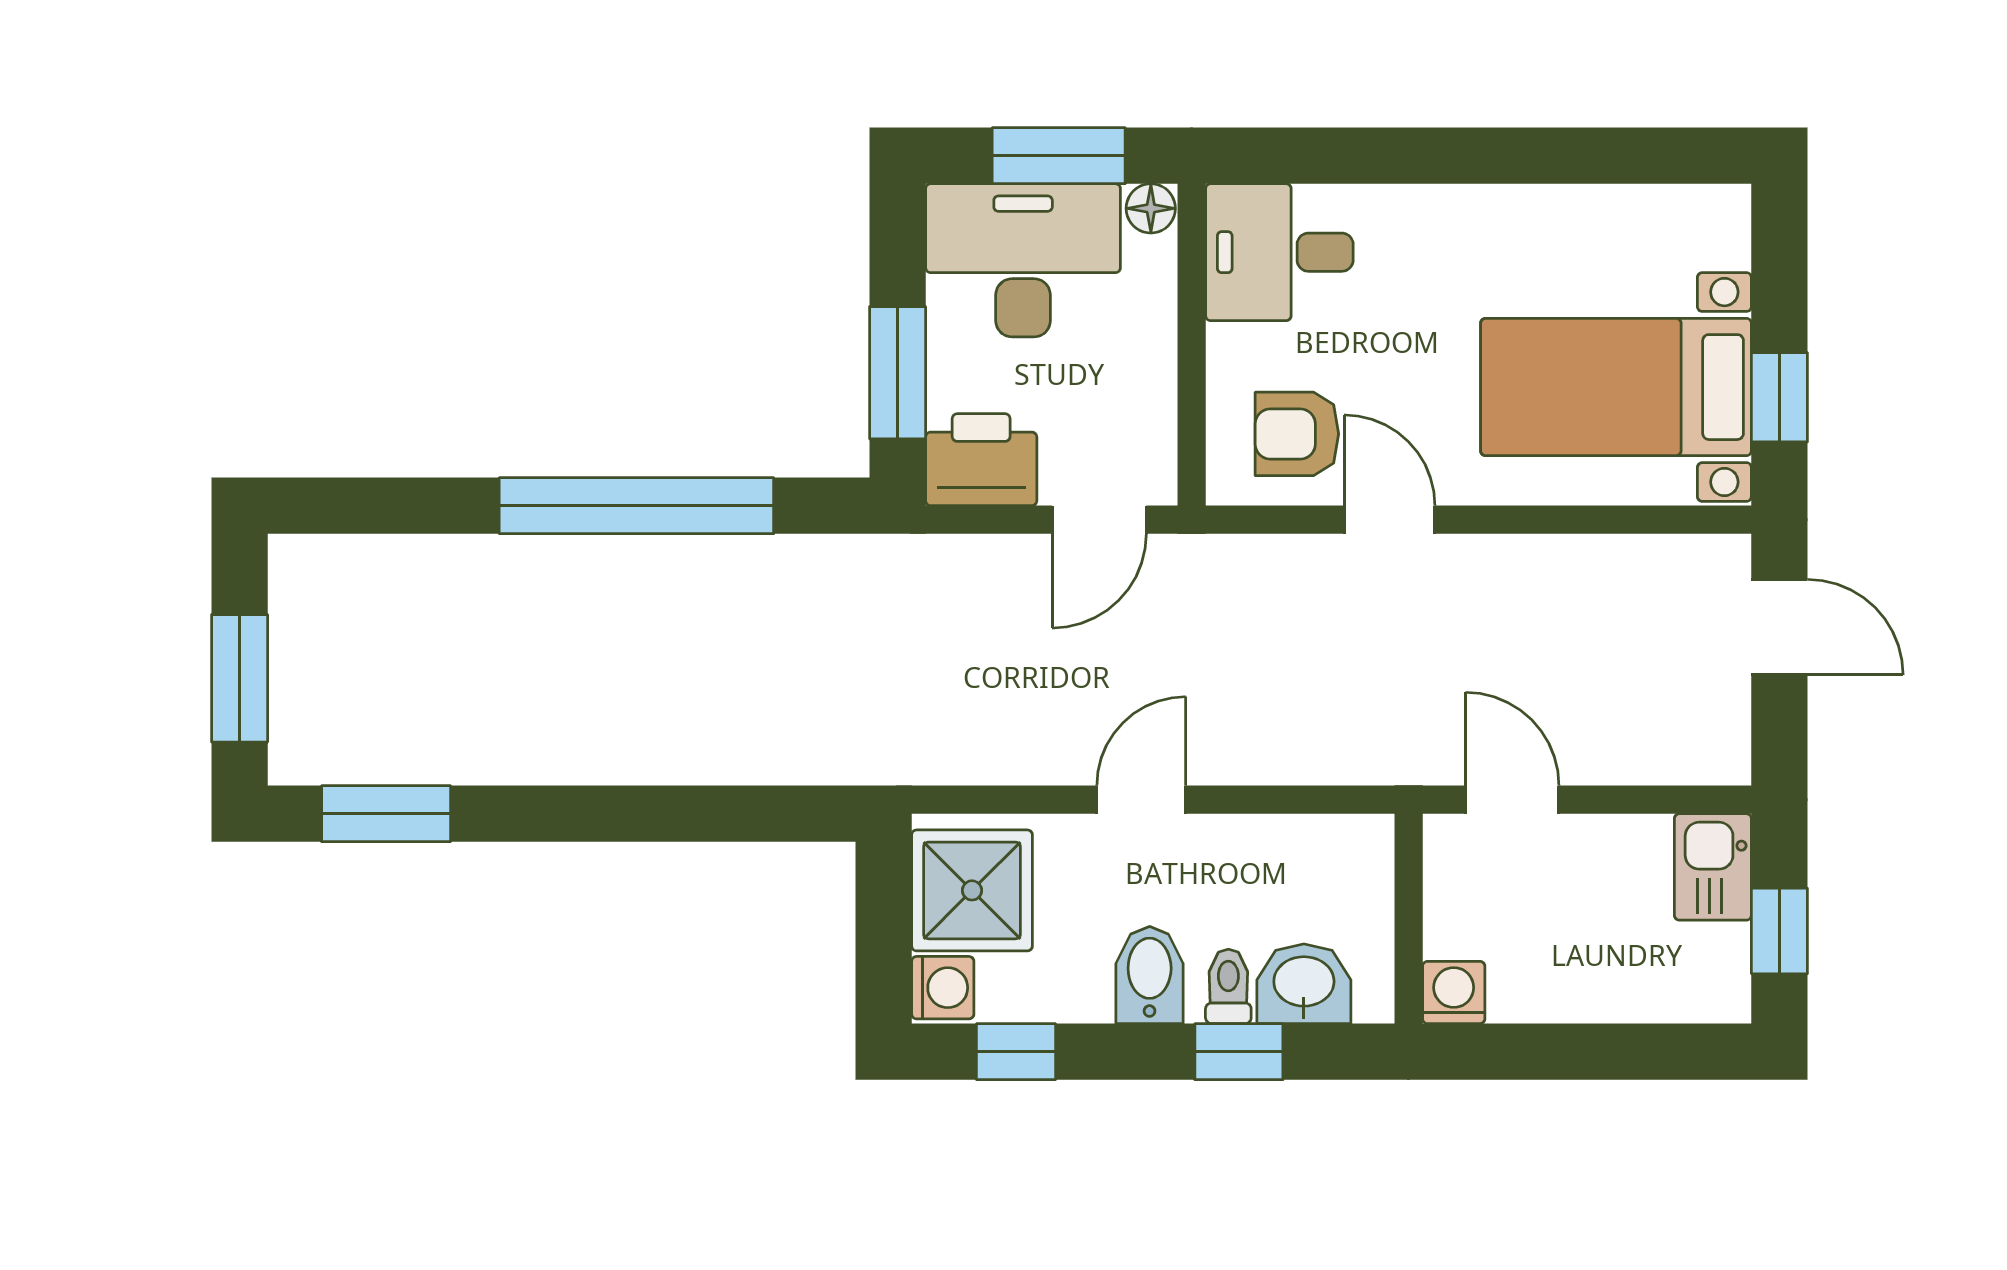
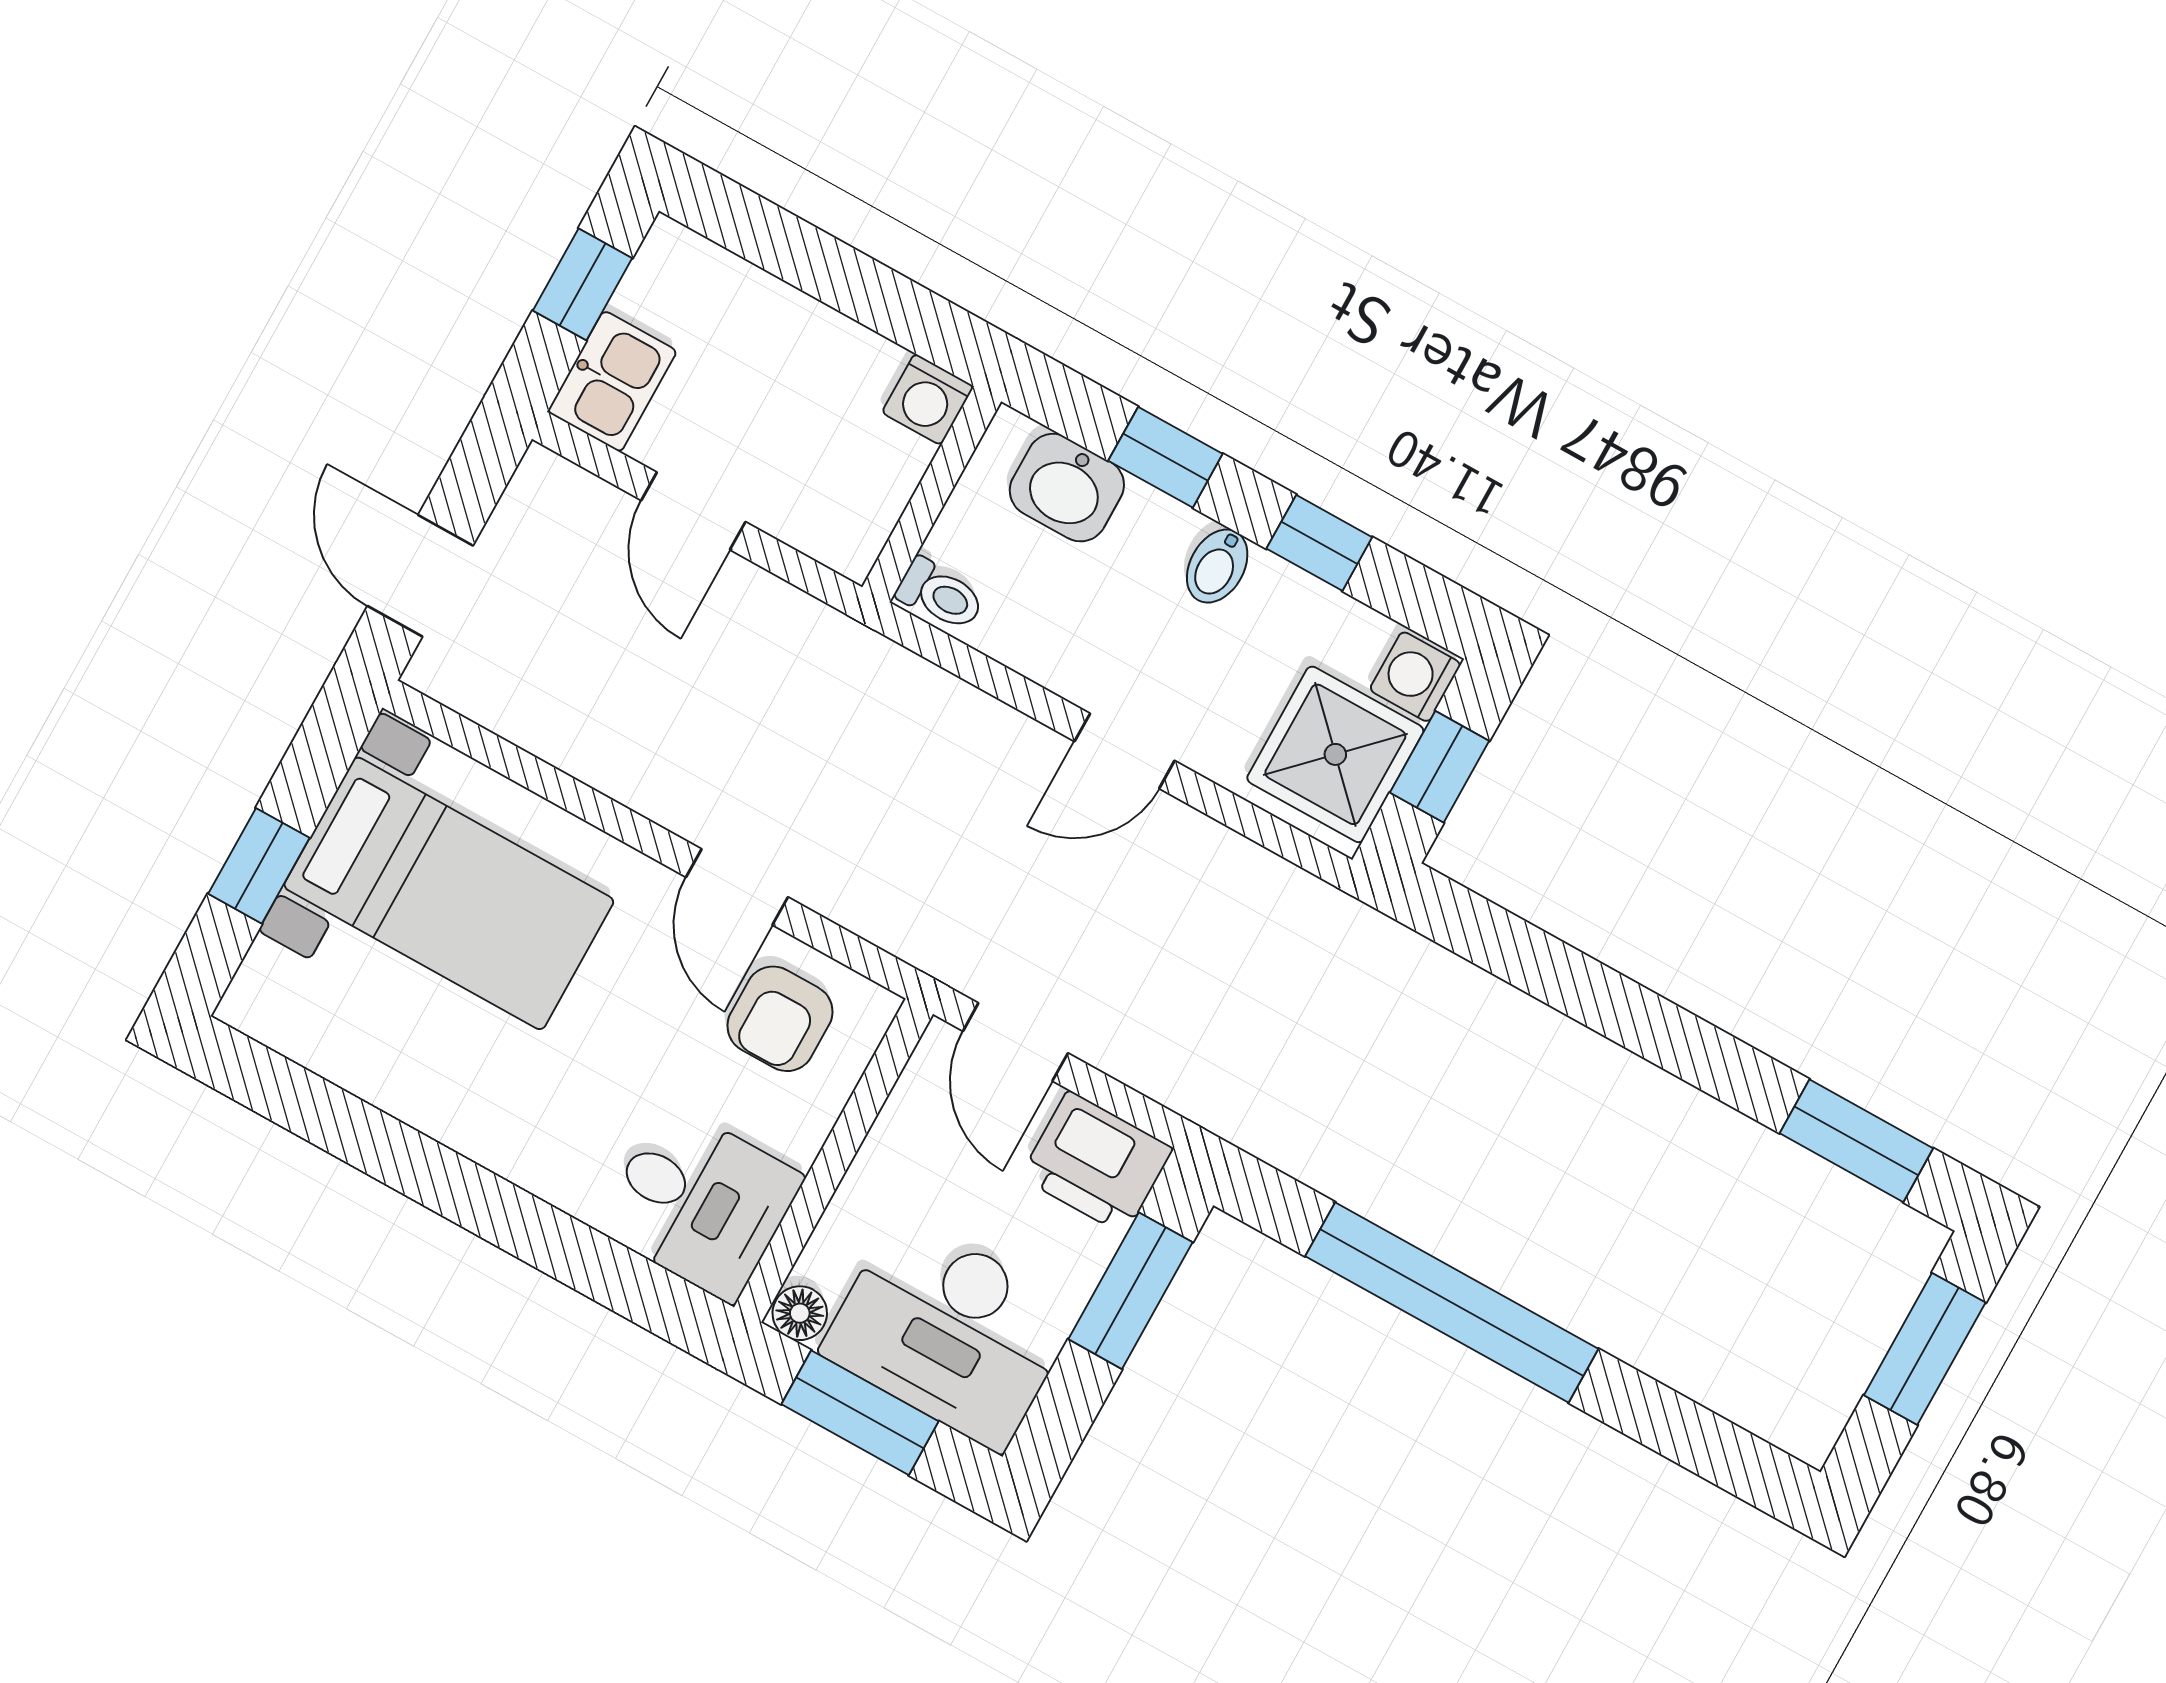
window: (1779, 397) -> (259, 866), moved
armchair: (1297, 434) -> (780, 1019), turned 90
door: (1099, 520) -> (1015, 1042), swing flipped
door: (1512, 800) -> (693, 511), moved
window: (884, 927) -> (1440, 767), added
bidet: (1150, 975) -> (1217, 566), width x0.72, depth x0.74
toilet: (1228, 986) -> (940, 595), moved, turned -90
window: (1016, 1052) -> (1319, 543), moved

